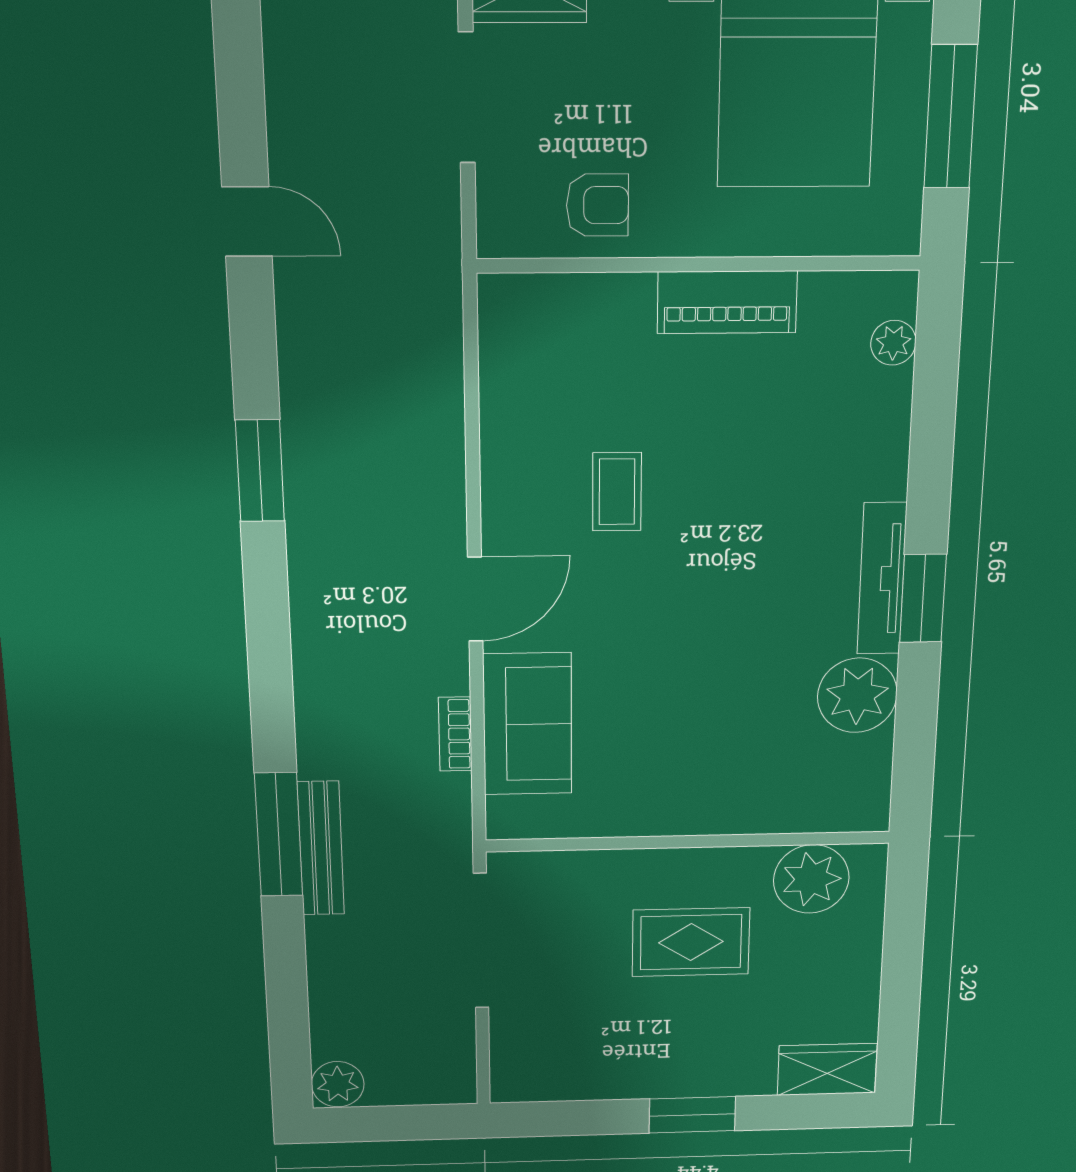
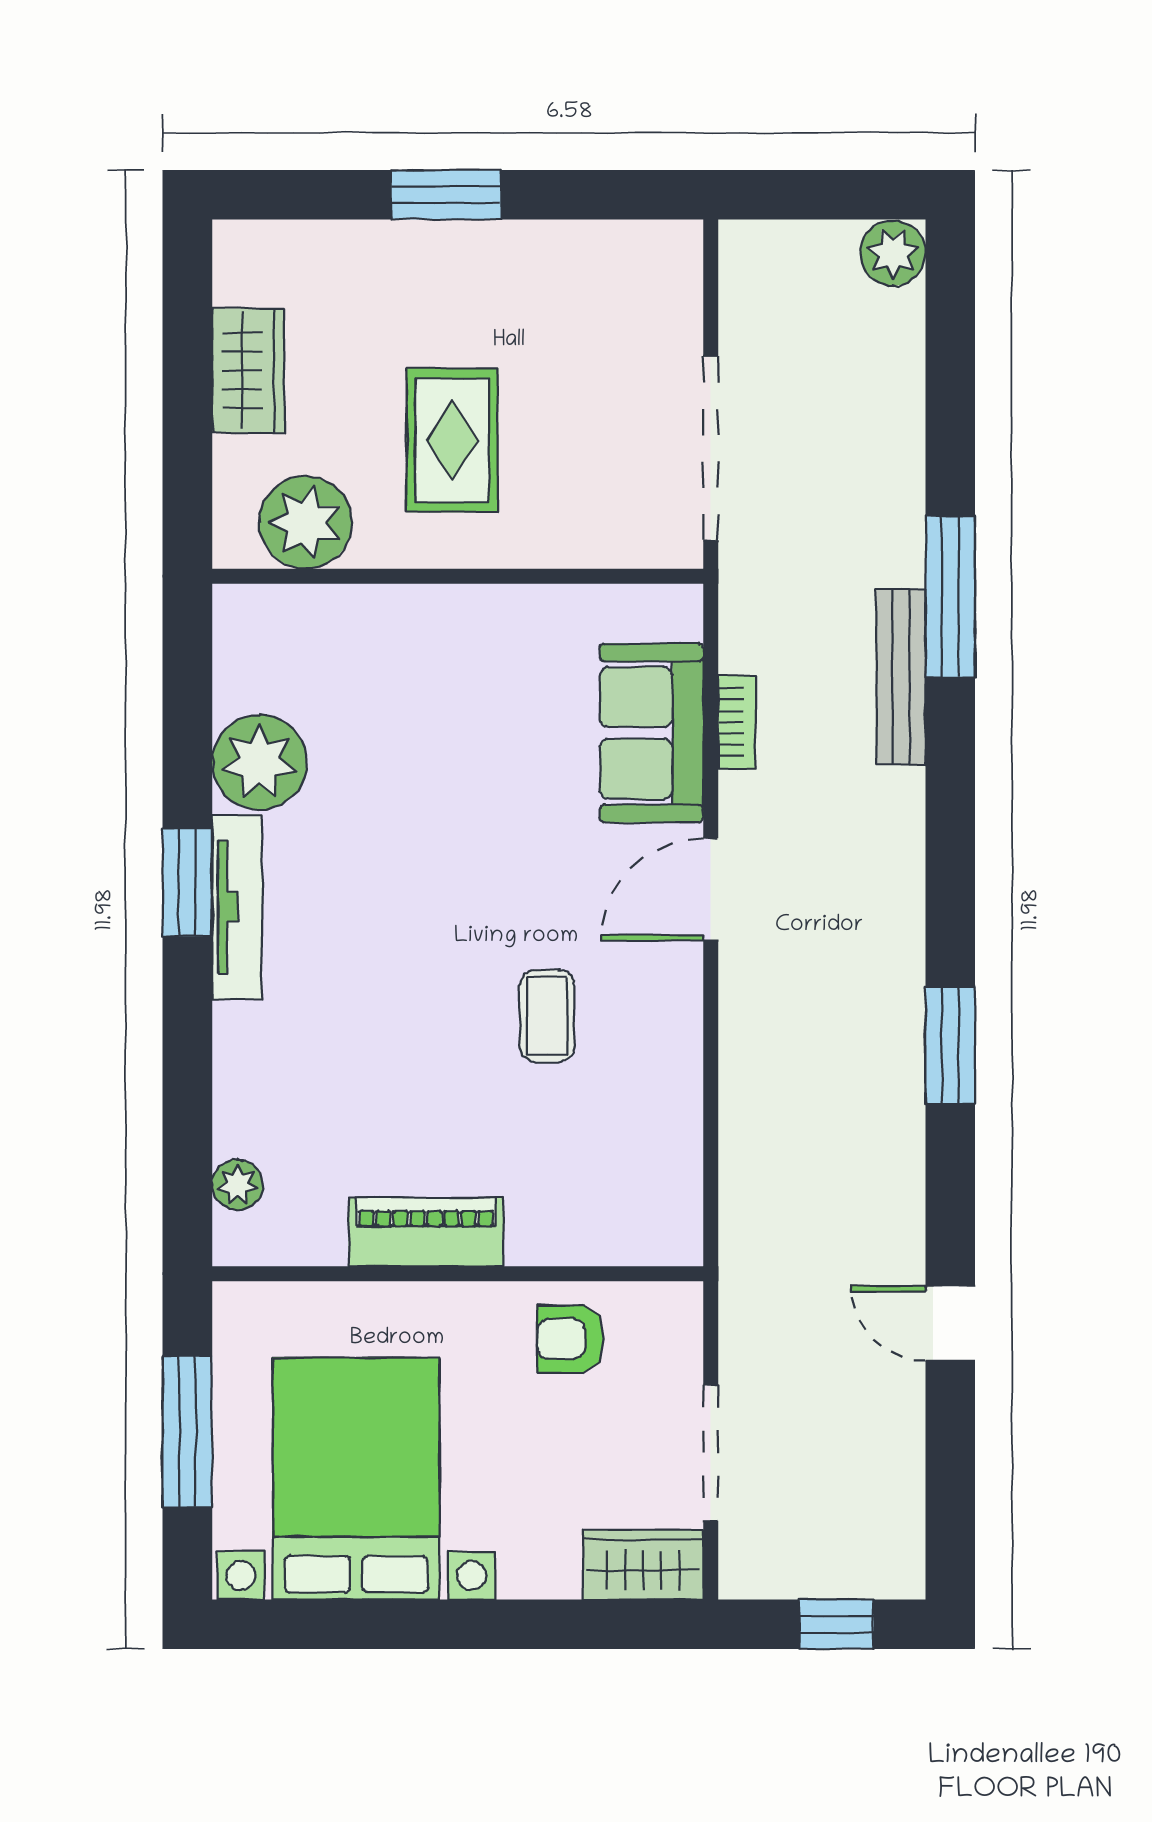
bench: (321, 848) -> (901, 677), moved
rug: (691, 942) -> (452, 440), turned 90
wardrobe: (827, 1069) -> (248, 371), moved, turned -90

